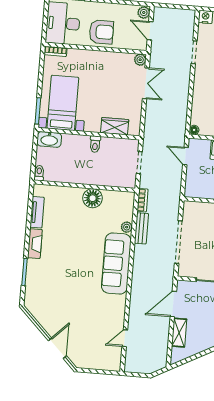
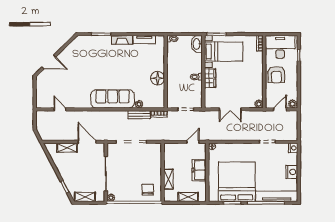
double door: (146, 83) -> (230, 109), moved
wardrobe: (115, 126) -> (210, 78), moved

